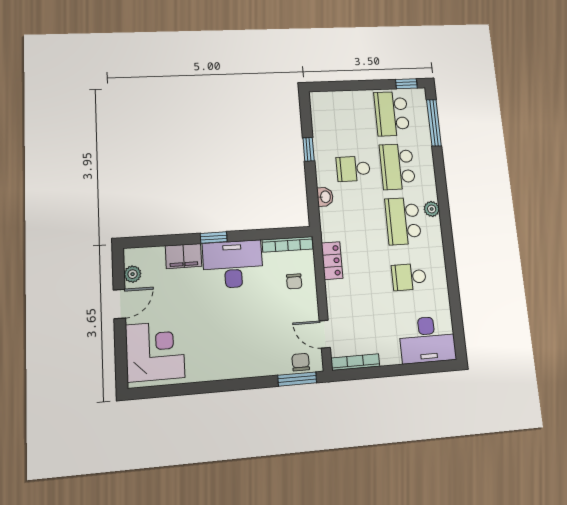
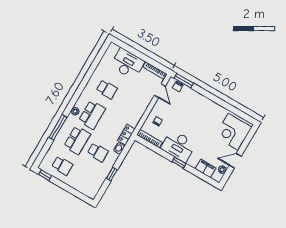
school desk: (392, 114) -> (62, 166), width x0.54
window: (434, 123) -> (58, 127), moved
filing cabinet: (184, 256) -> (205, 168), moved
locker: (332, 261) -> (126, 135), moved
desk: (427, 340) -> (127, 64), moved

